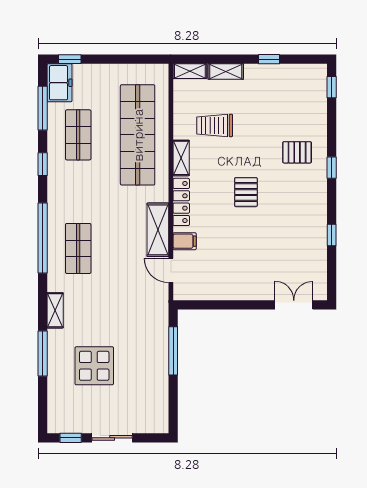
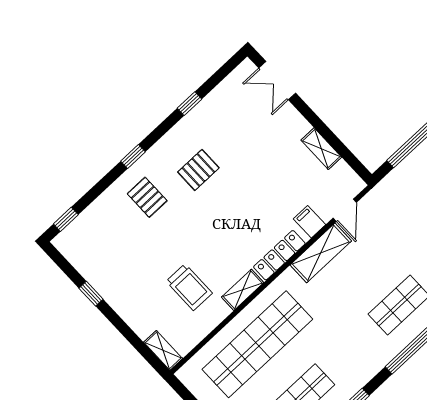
shelving: (226, 71) -> (321, 149), moved
pallet: (246, 192) -> (198, 170), moved

